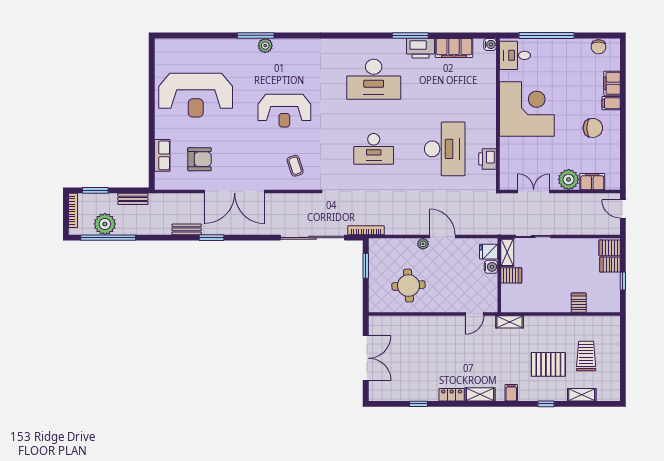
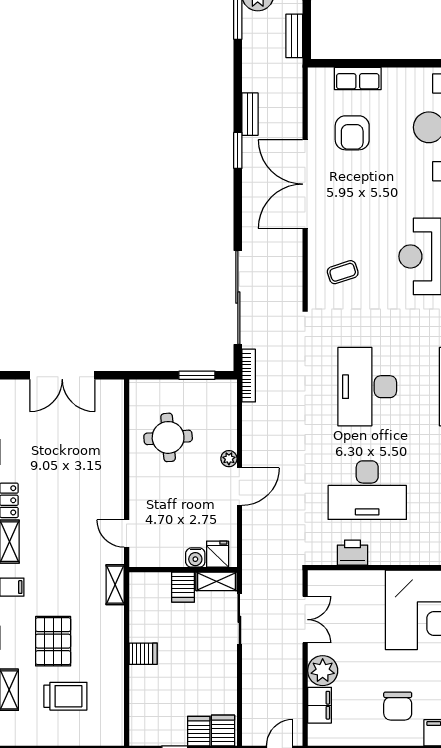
desk: (374, 149) -> (367, 387), width x1.36, depth x1.30
server rack: (579, 303) -> (143, 654), moved

